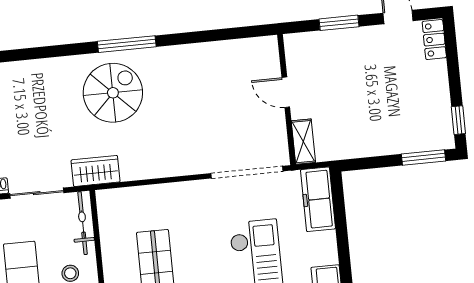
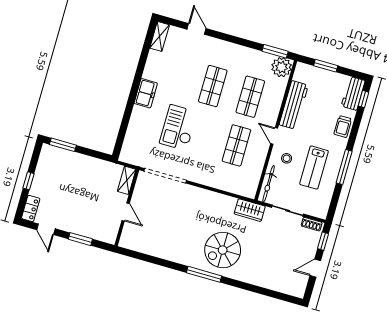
window: (458, 120) -> (29, 181), moved
freezer: (318, 199) -> (131, 145), removed

